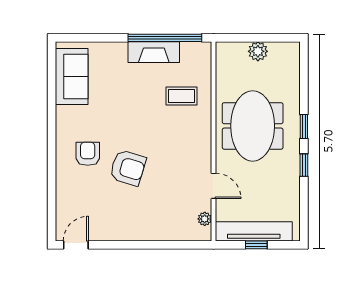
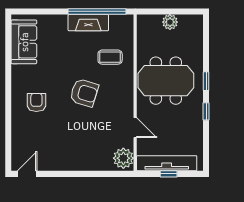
meeting table: (253, 126) -> (166, 81), turned 90
armchair: (128, 168) -> (84, 93), moved
plant: (205, 219) -> (123, 158), width x1.87, depth x1.87

